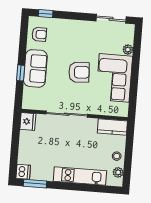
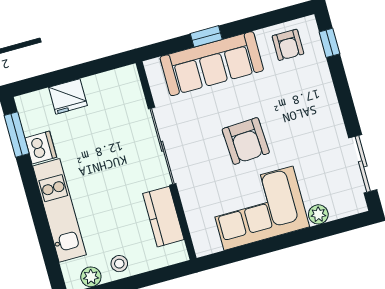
sofa: (35, 68) -> (212, 64), width x1.36
fridge: (28, 122) -> (68, 96), moved
kitchen counter: (112, 127) -> (163, 217), moved
dishwasher: (23, 172) -> (41, 148), moved, turned -90

